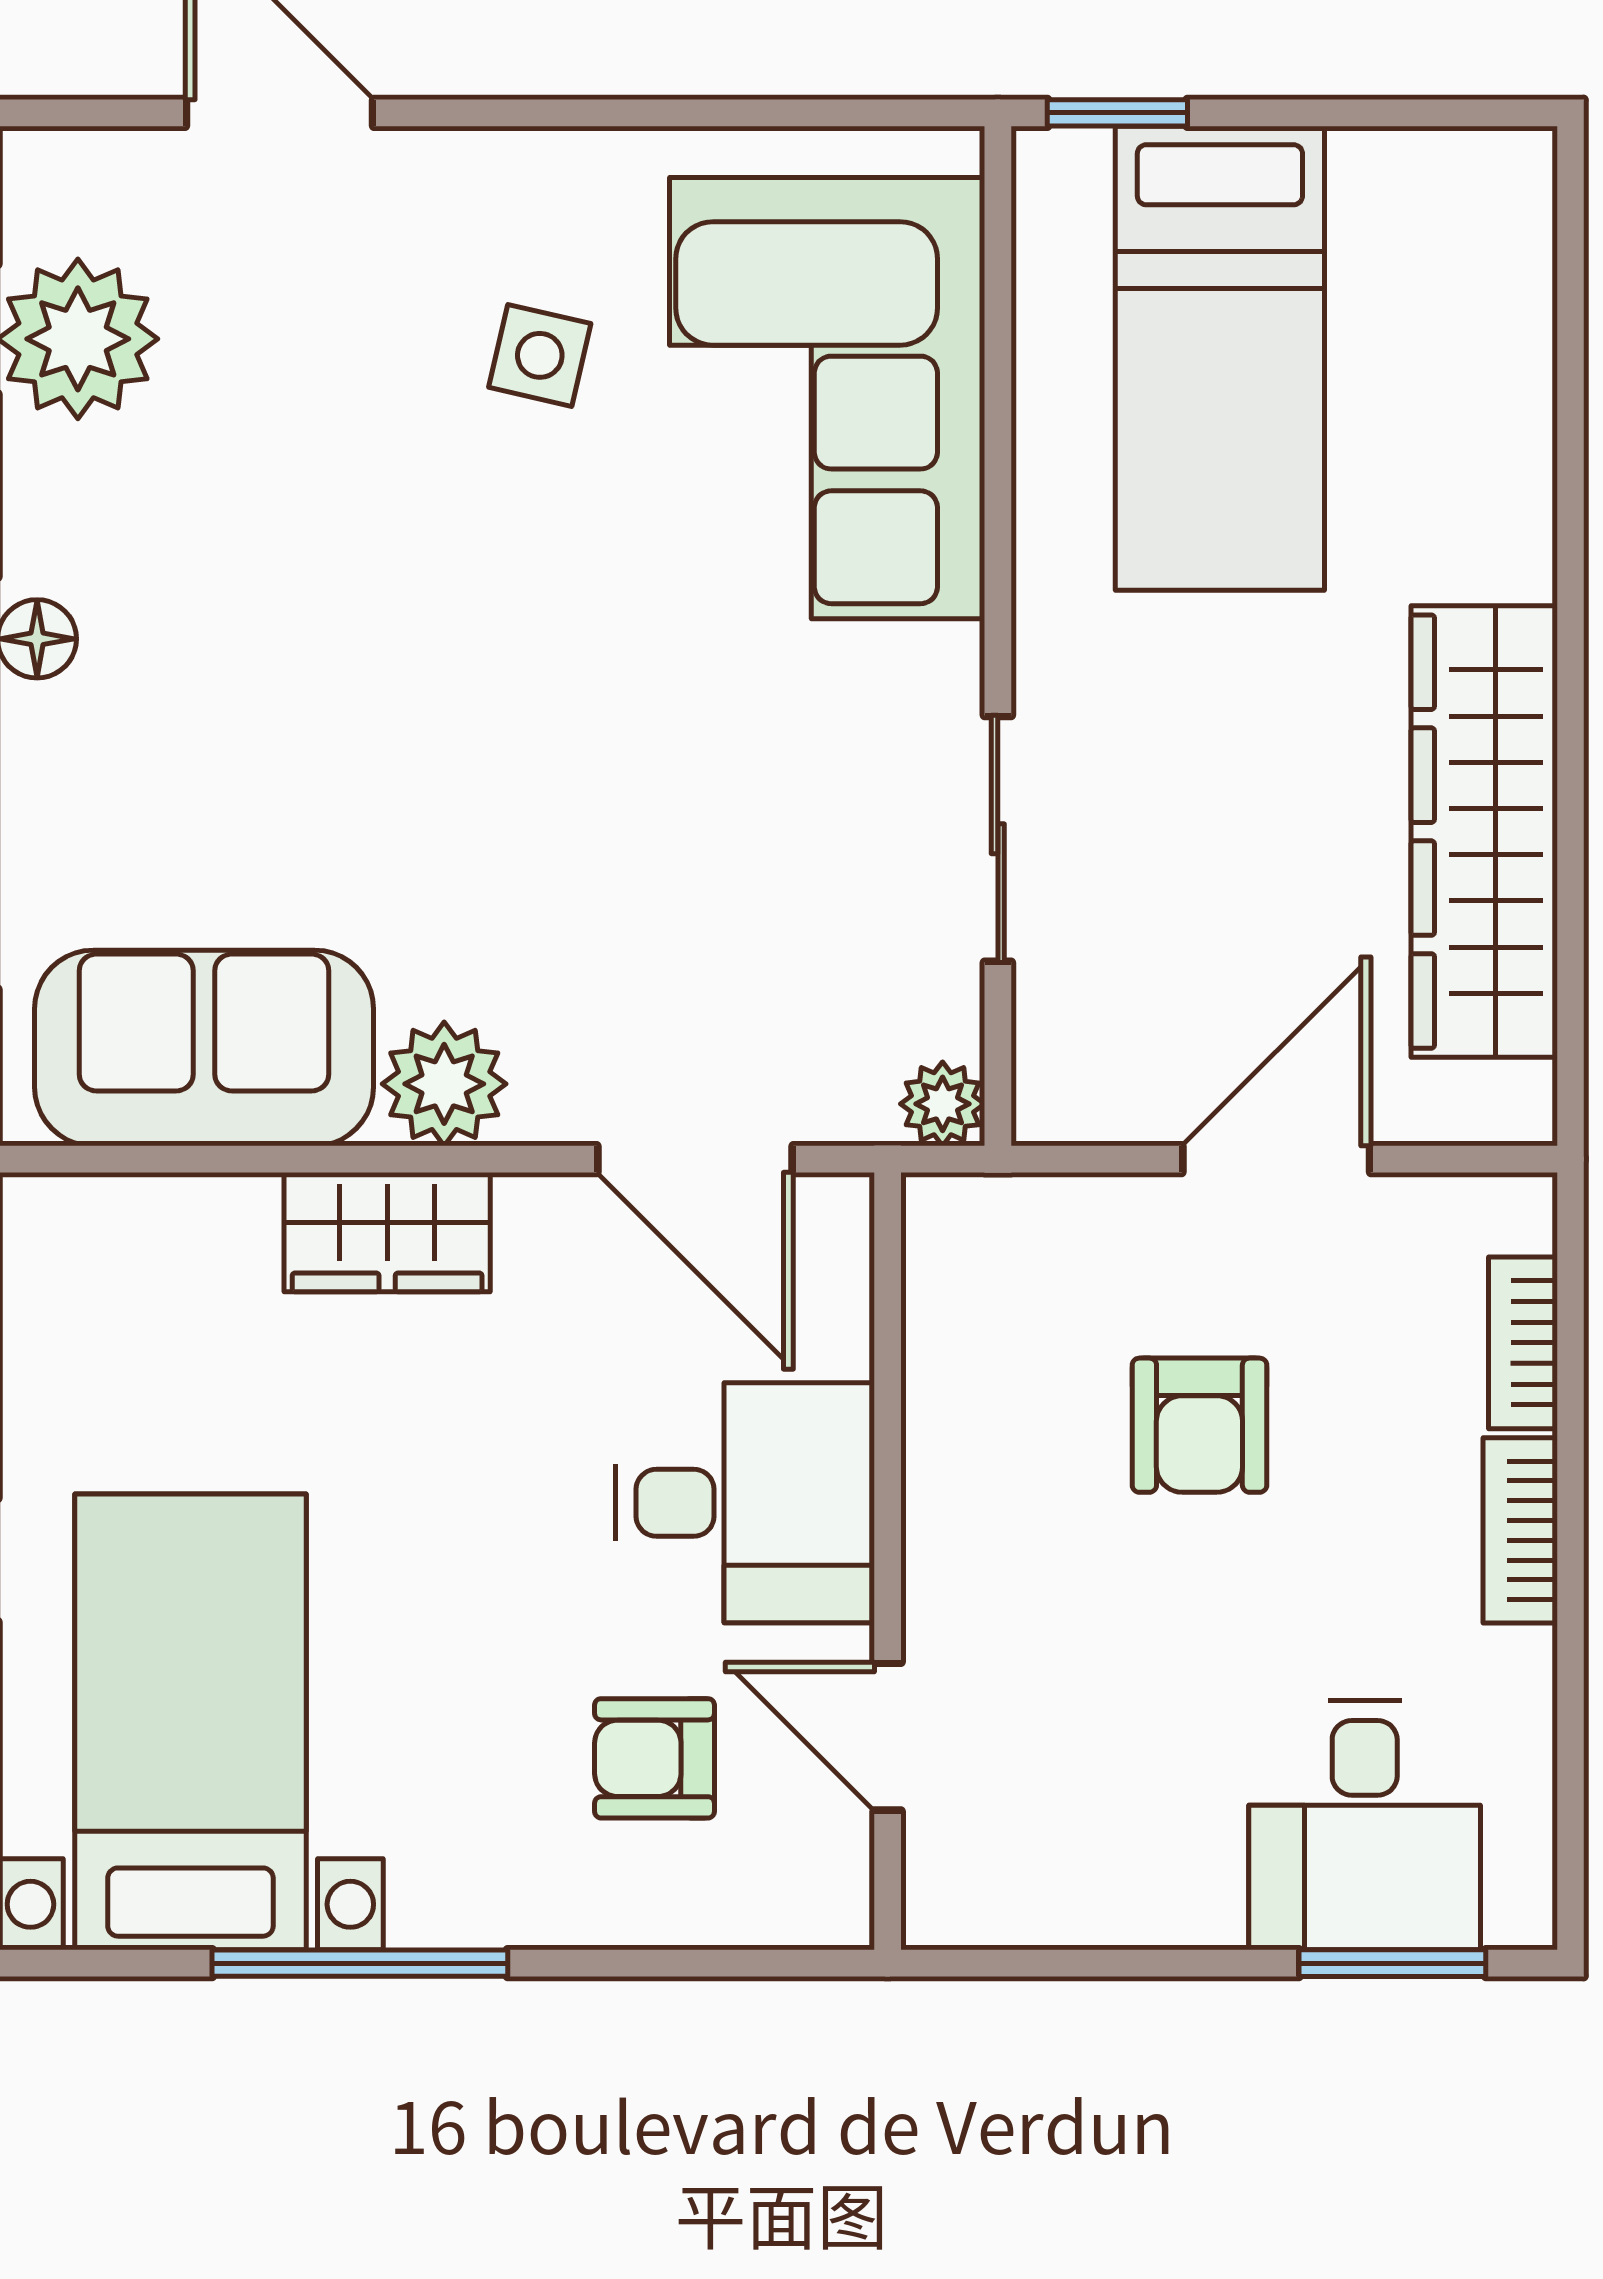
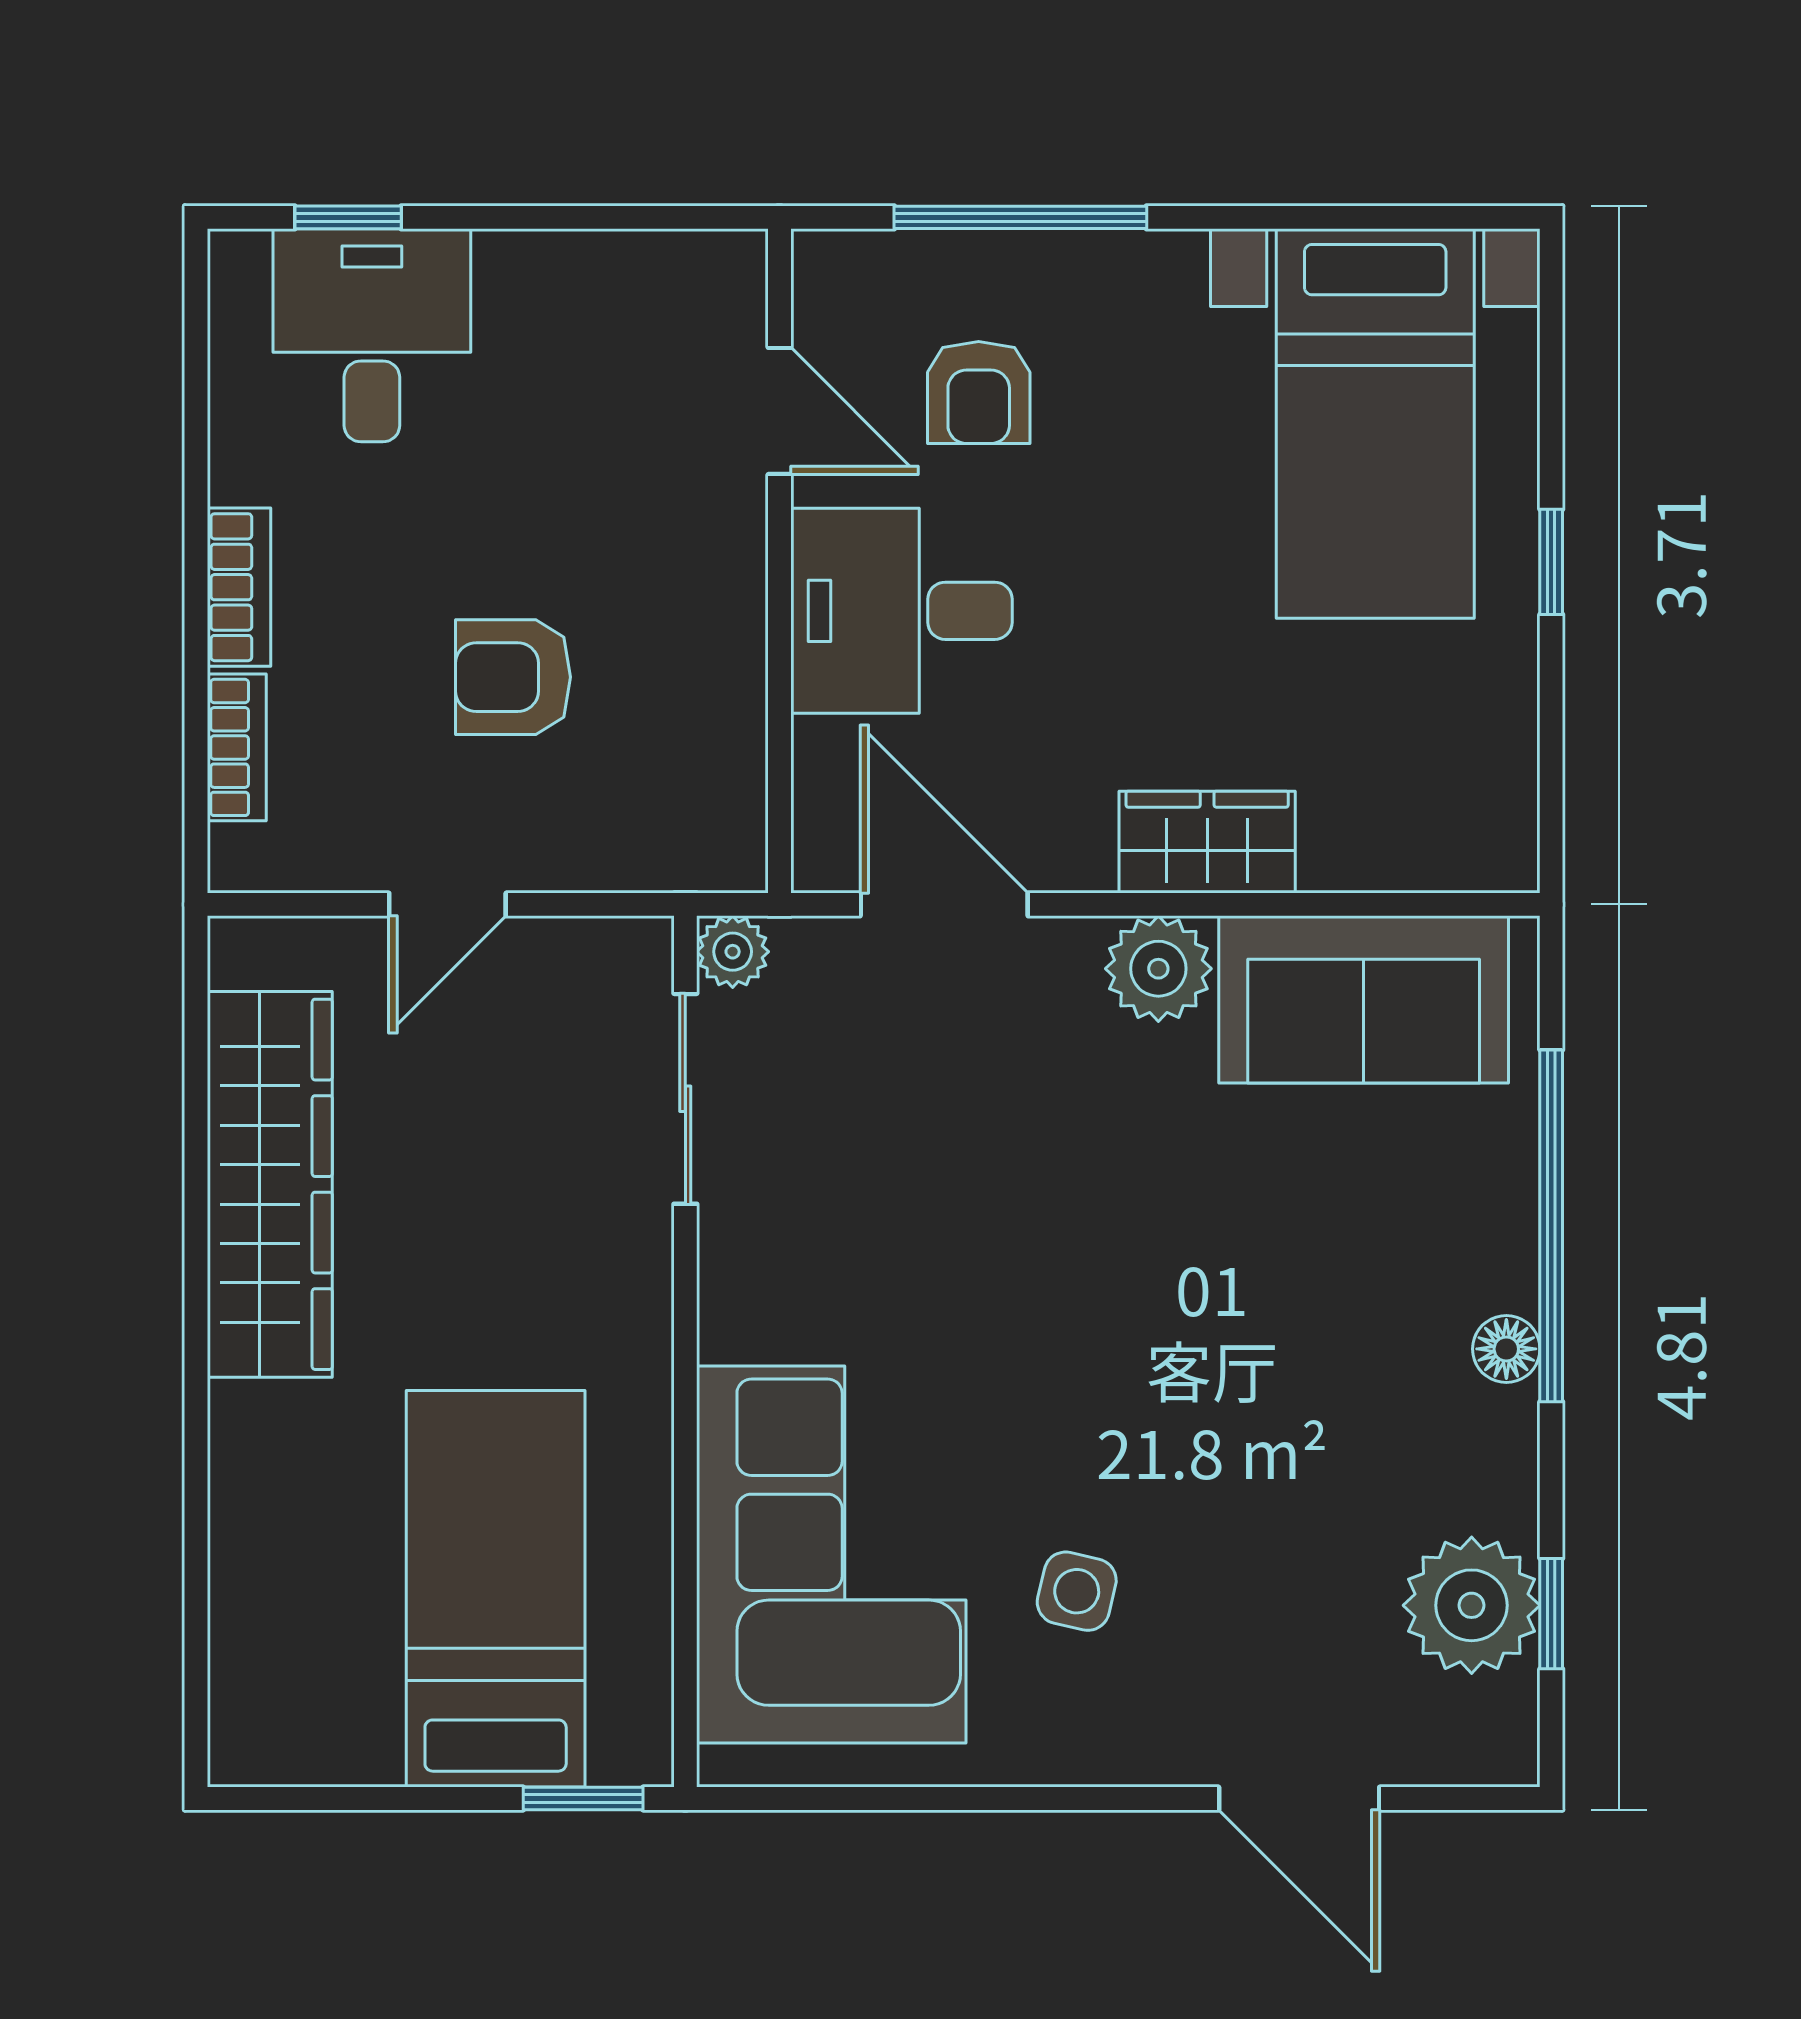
sliding door: (998, 839) -> (685, 1099), moved
door: (1276, 1159) -> (447, 904), width x0.73
armchair: (1199, 1425) -> (513, 677), turned -90
armchair: (655, 1758) -> (979, 392), turned 90
window: (360, 1963) -> (1020, 217), moved
window: (1392, 1963) -> (348, 217), width x0.67

